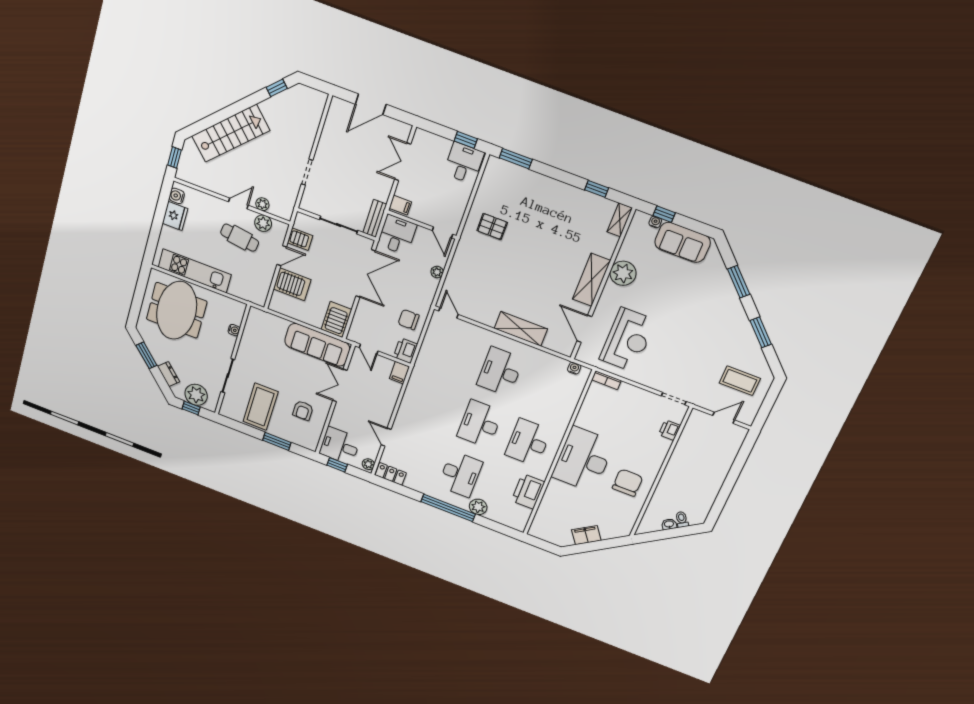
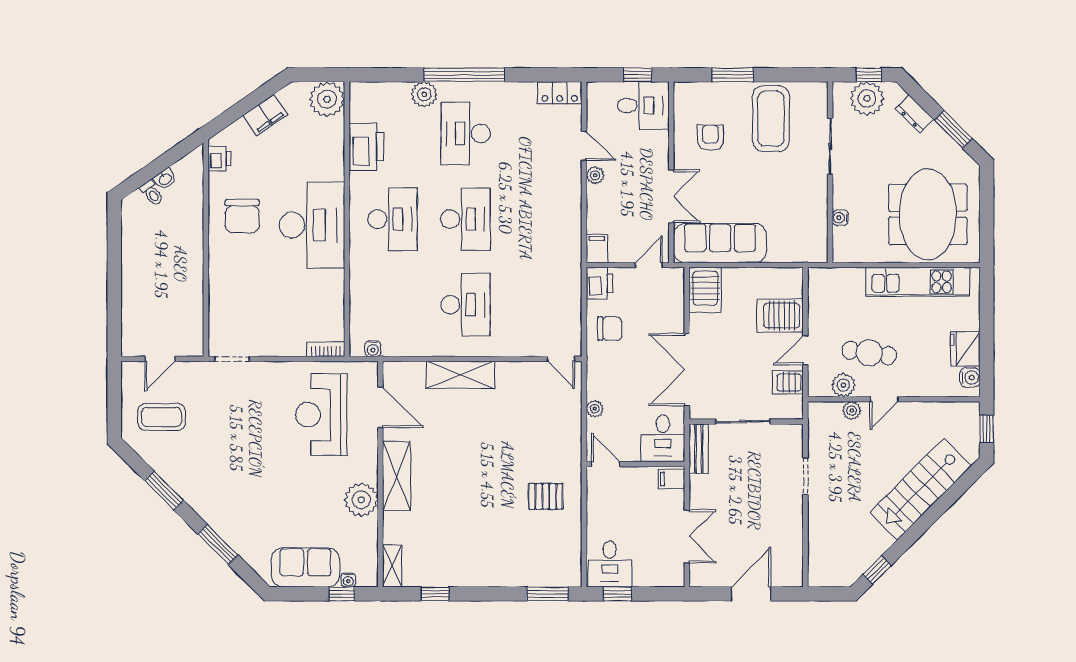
door: (369, 349) -> (649, 265), hinge flipped
printer: (670, 430) -> (220, 158), moved
plant: (368, 464) -> (595, 175), moved
plant: (542, 528) -> (327, 99), added

